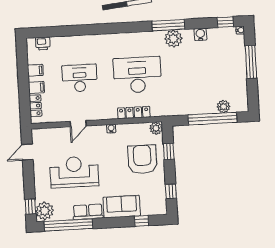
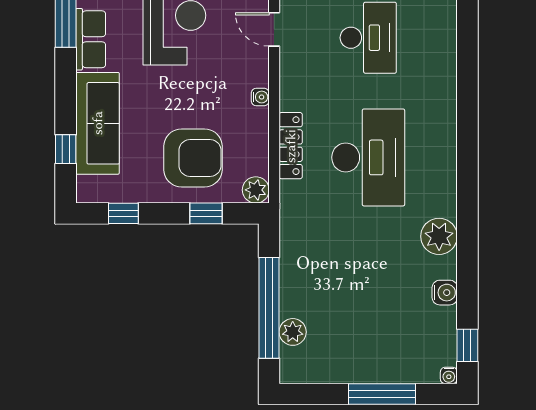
window: (168, 25) -> (467, 227), removed
sofa: (122, 207) -> (98, 123), width x1.36

